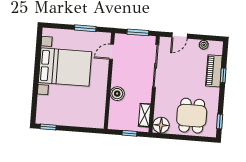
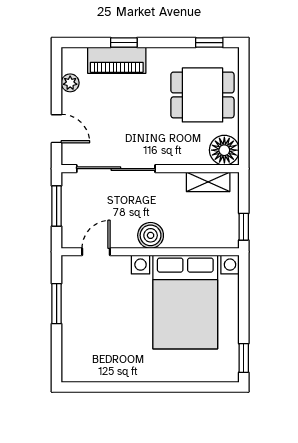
door: (112, 52) -> (96, 252), swing flipped
bed with nightstands: (65, 67) -> (185, 302), moved, turned 180
boiler: (117, 94) -> (151, 235), moved
window: (129, 133) -> (244, 227), moved

